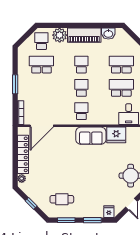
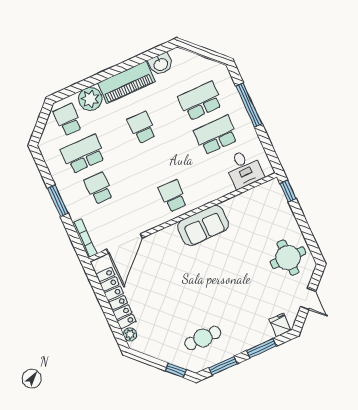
school desk: (81, 88) -> (99, 188), moved
fridge: (116, 135) -> (240, 208), removed
window: (31, 203) -> (176, 370), moved

